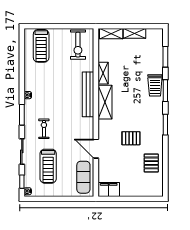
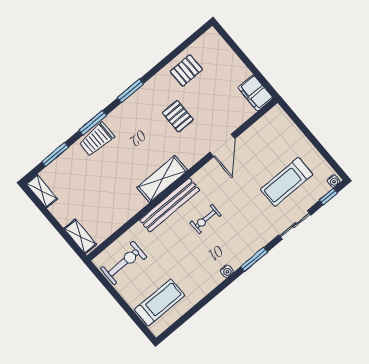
shelving: (134, 33) -> (42, 191), moved
shelving: (103, 73) -> (132, 208), removed
trolley: (155, 85) -> (97, 139), turned 180
exercise bike: (44, 129) -> (206, 219), moved
treadmill: (48, 166) -> (287, 182), turned 180
exercise mat: (83, 177) -> (266, 132), removed

